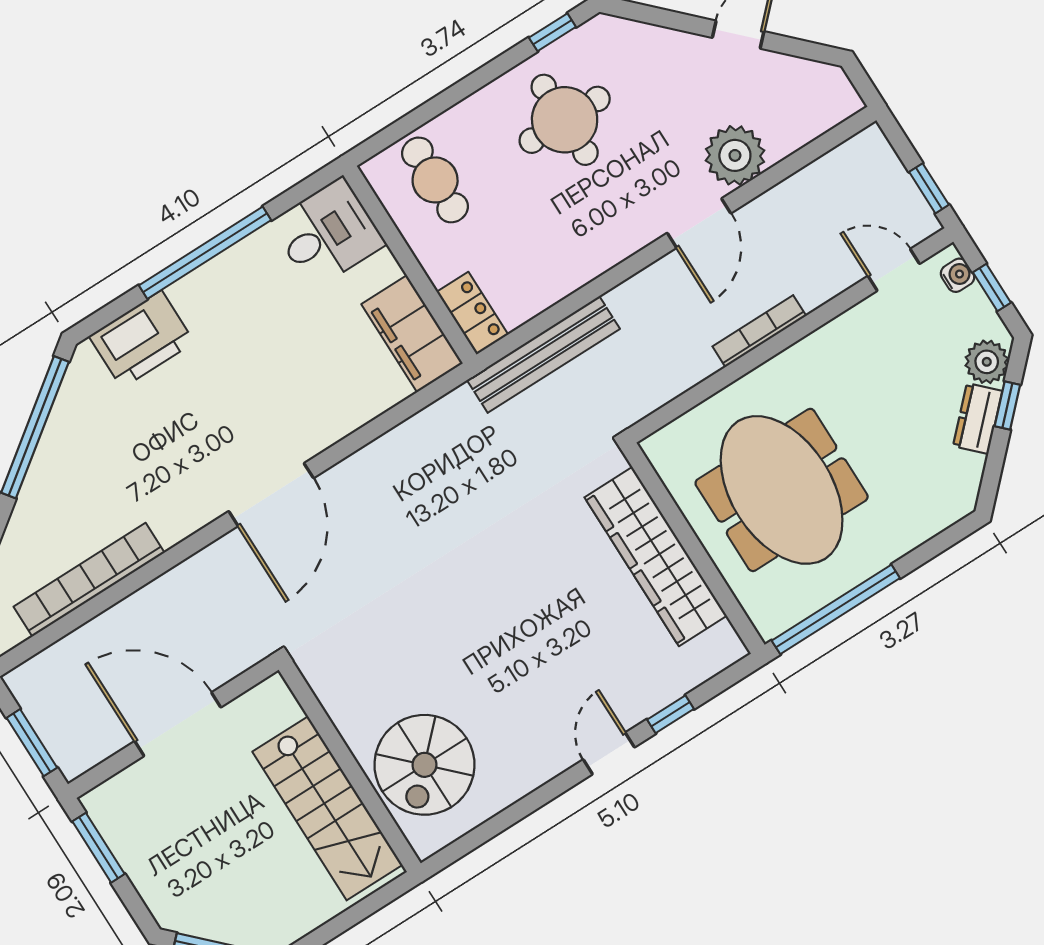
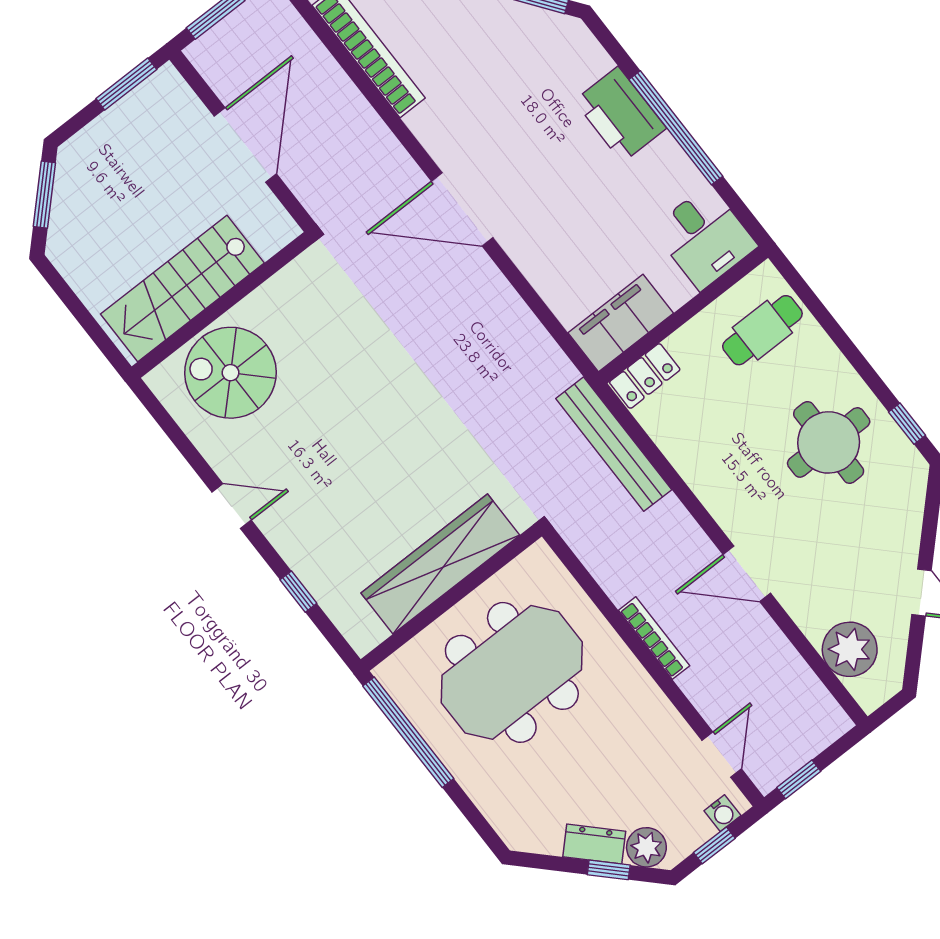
plant: (735, 155) -> (850, 649), moved
printer: (142, 339) -> (620, 114), moved
door: (609, 753) -> (232, 506), moved

